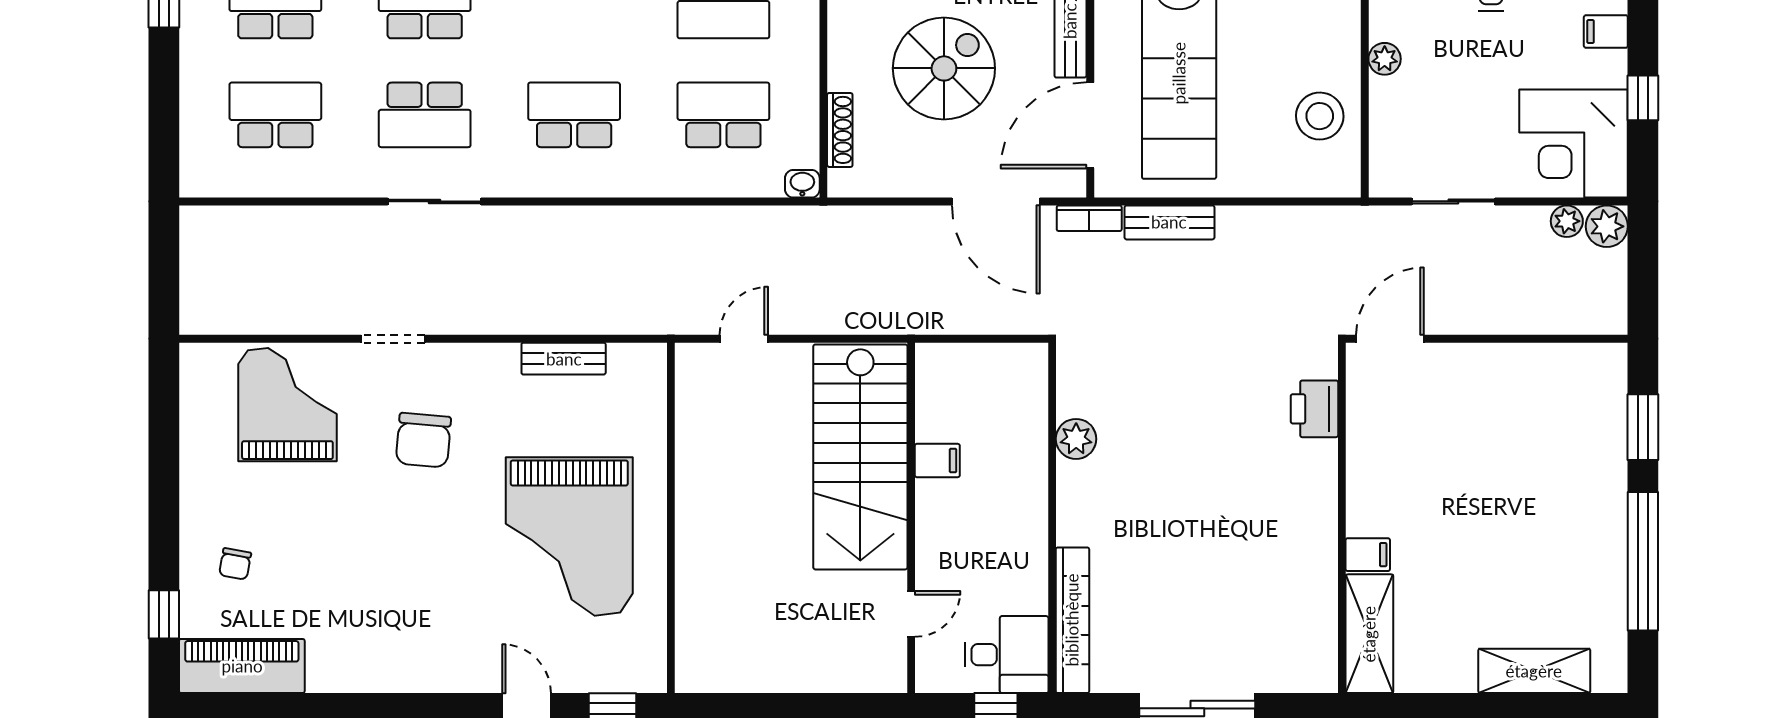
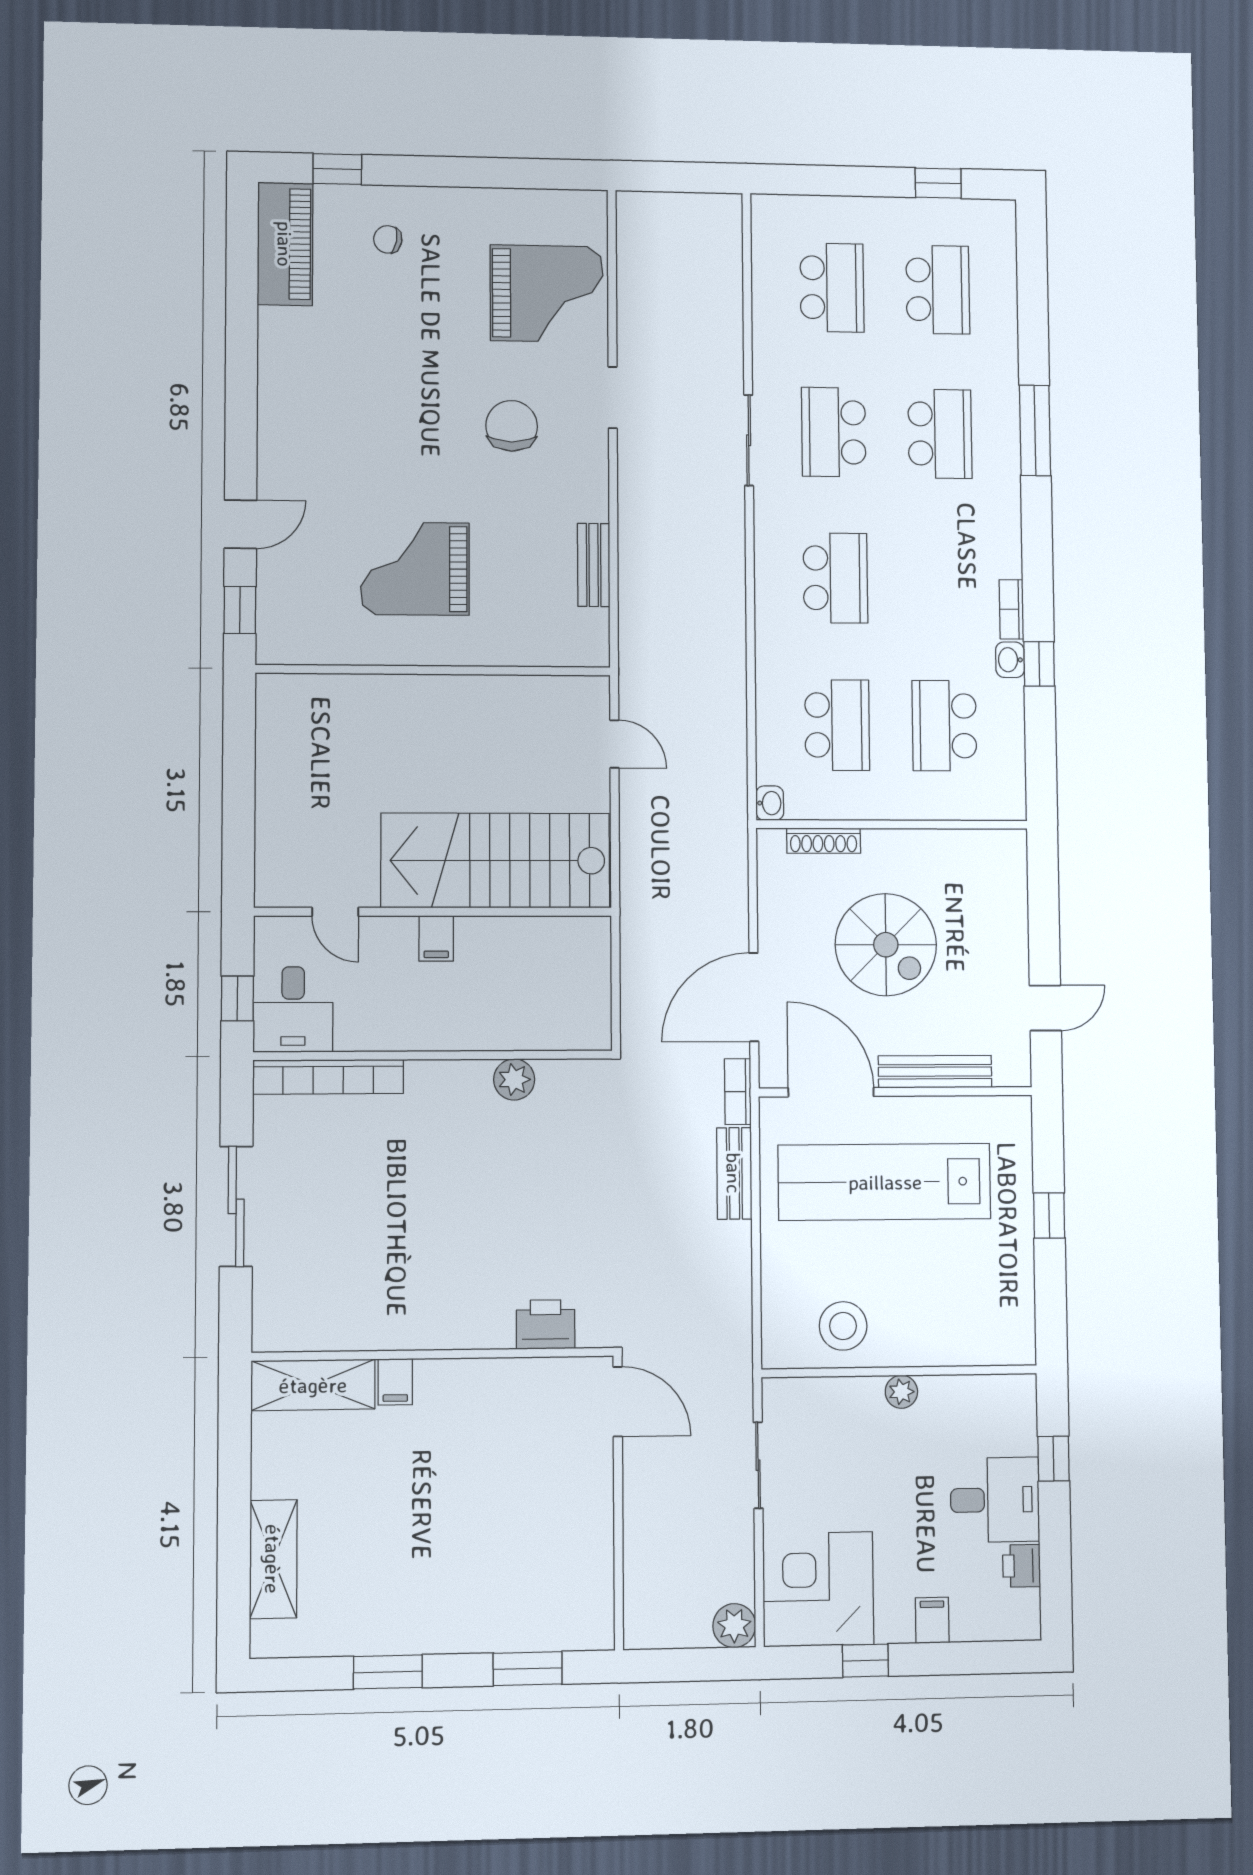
plant: (1567, 221) -> (739, 1584), removed
chair: (423, 440) -> (512, 426), turned 85
filing cabinet: (937, 460) -> (436, 938), moved
grand piano: (569, 536) -> (415, 569), width x0.73, depth x0.68
window: (1643, 561) -> (388, 1672), width x0.47

